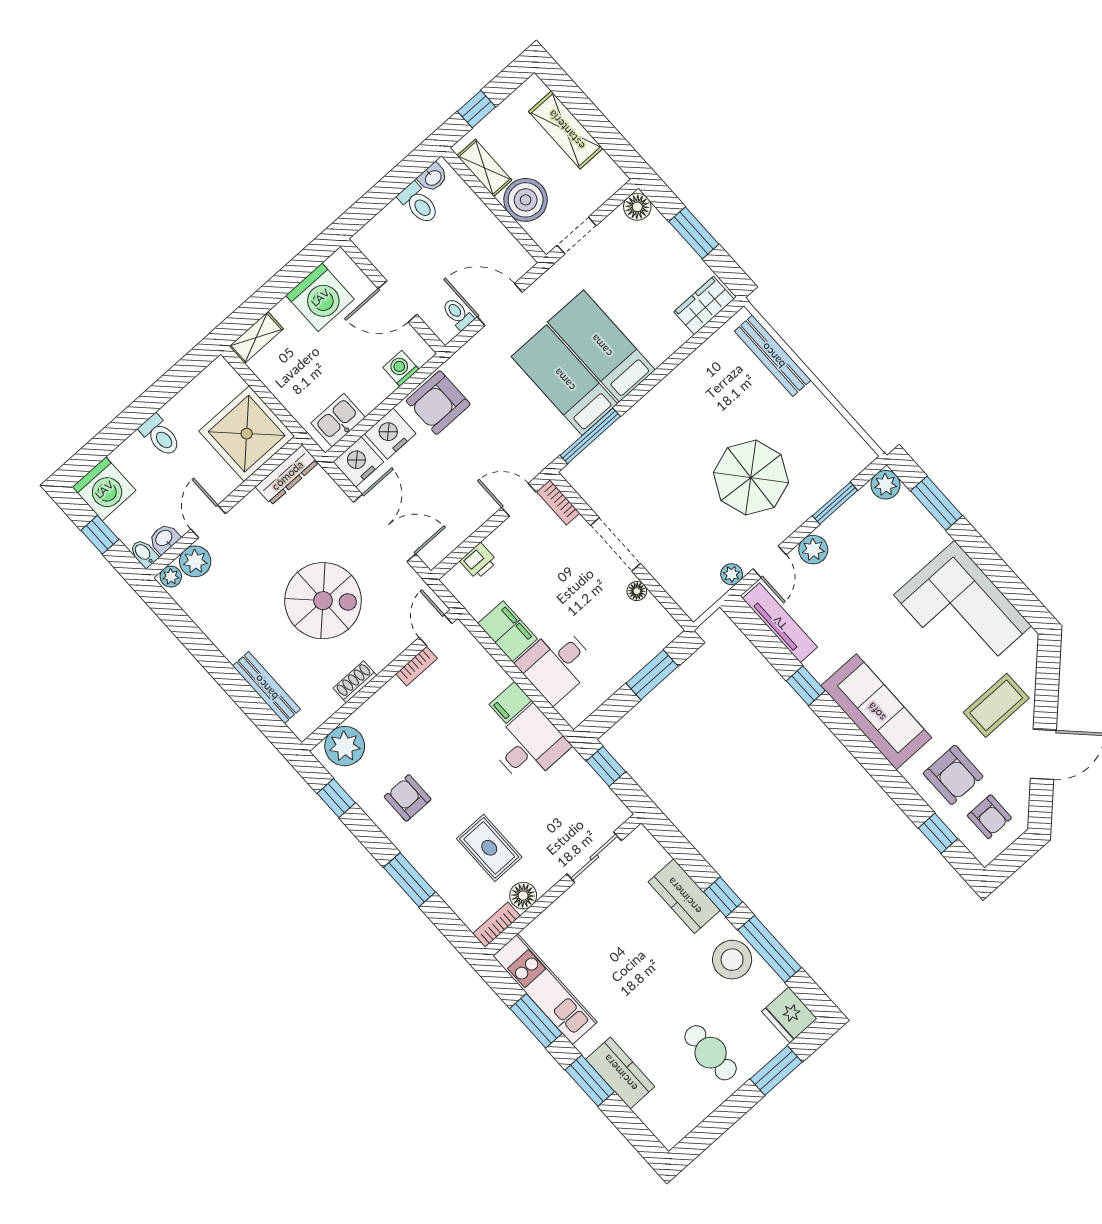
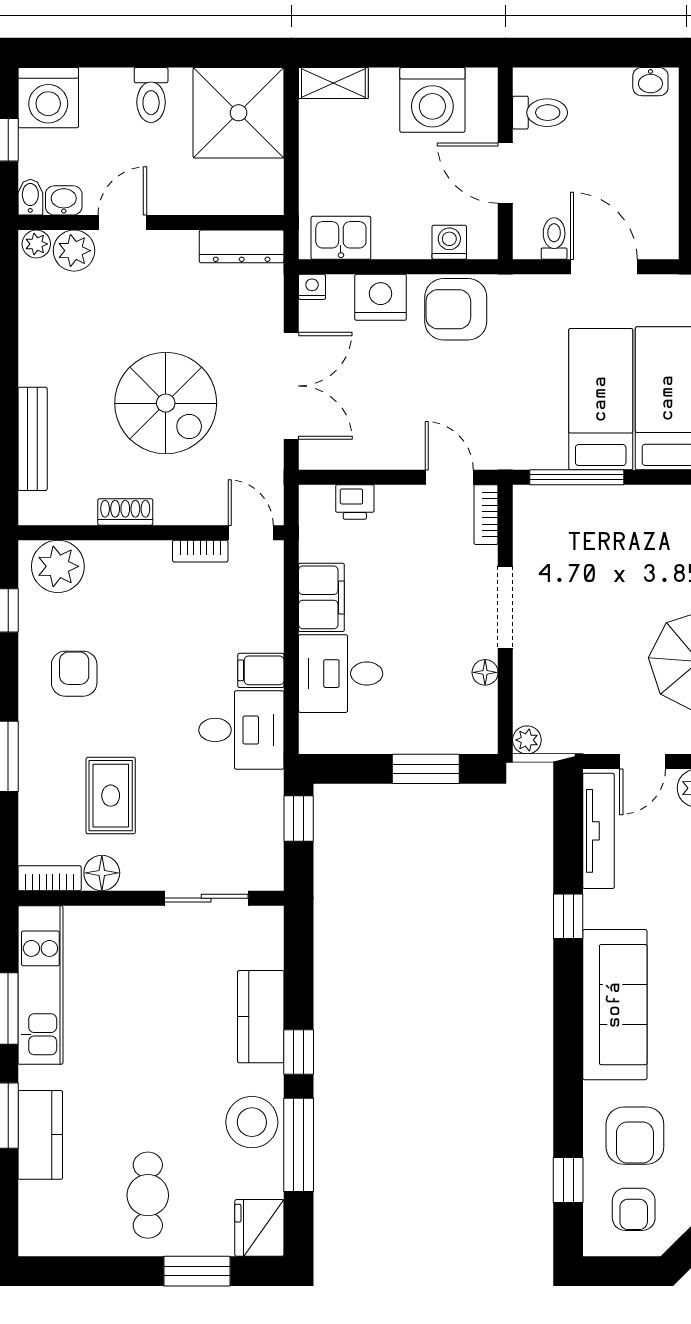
toilet: (419, 203) -> (540, 113), moved, turned -90
shower: (247, 434) -> (239, 113), moved
nightstand: (358, 462) -> (312, 287), width x0.53, depth x0.56
plant: (732, 574) -> (527, 740), moved
door: (436, 630) -> (251, 533), hinge flipped

